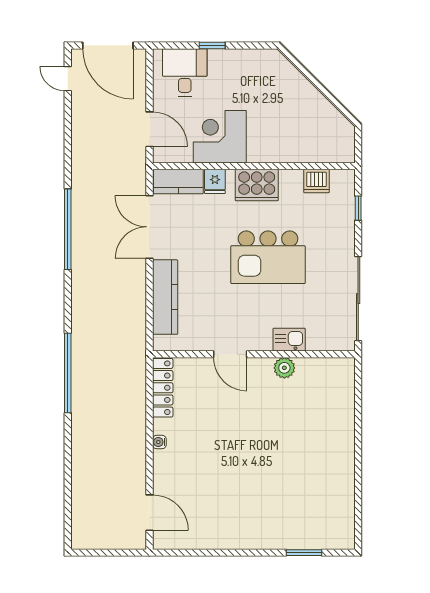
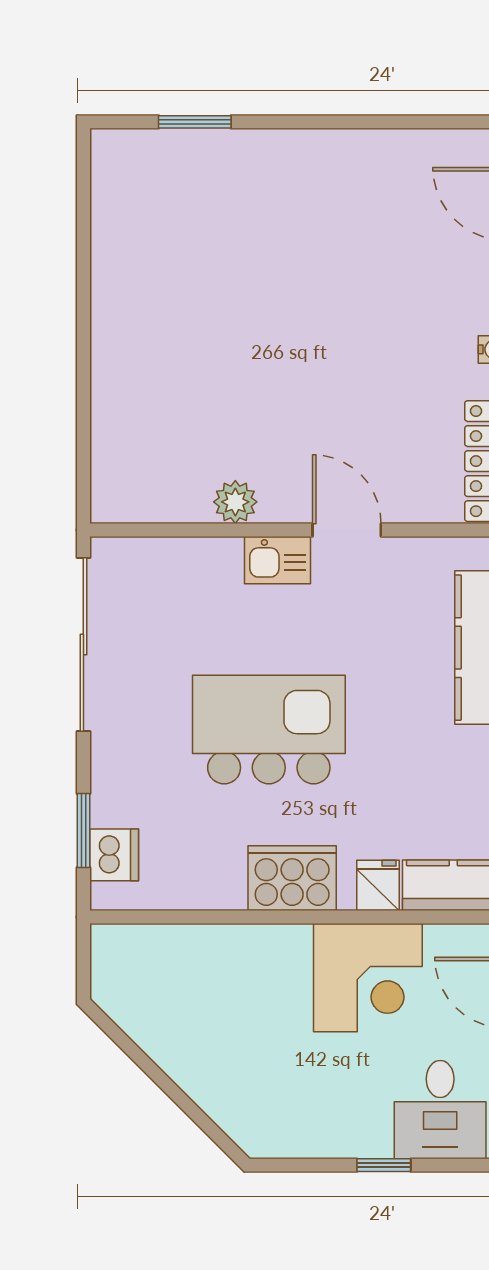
dishwasher: (316, 181) -> (114, 855), moved, turned 90
window: (358, 208) -> (83, 830), width x1.50
kitchen sink: (289, 340) -> (277, 560), moved

